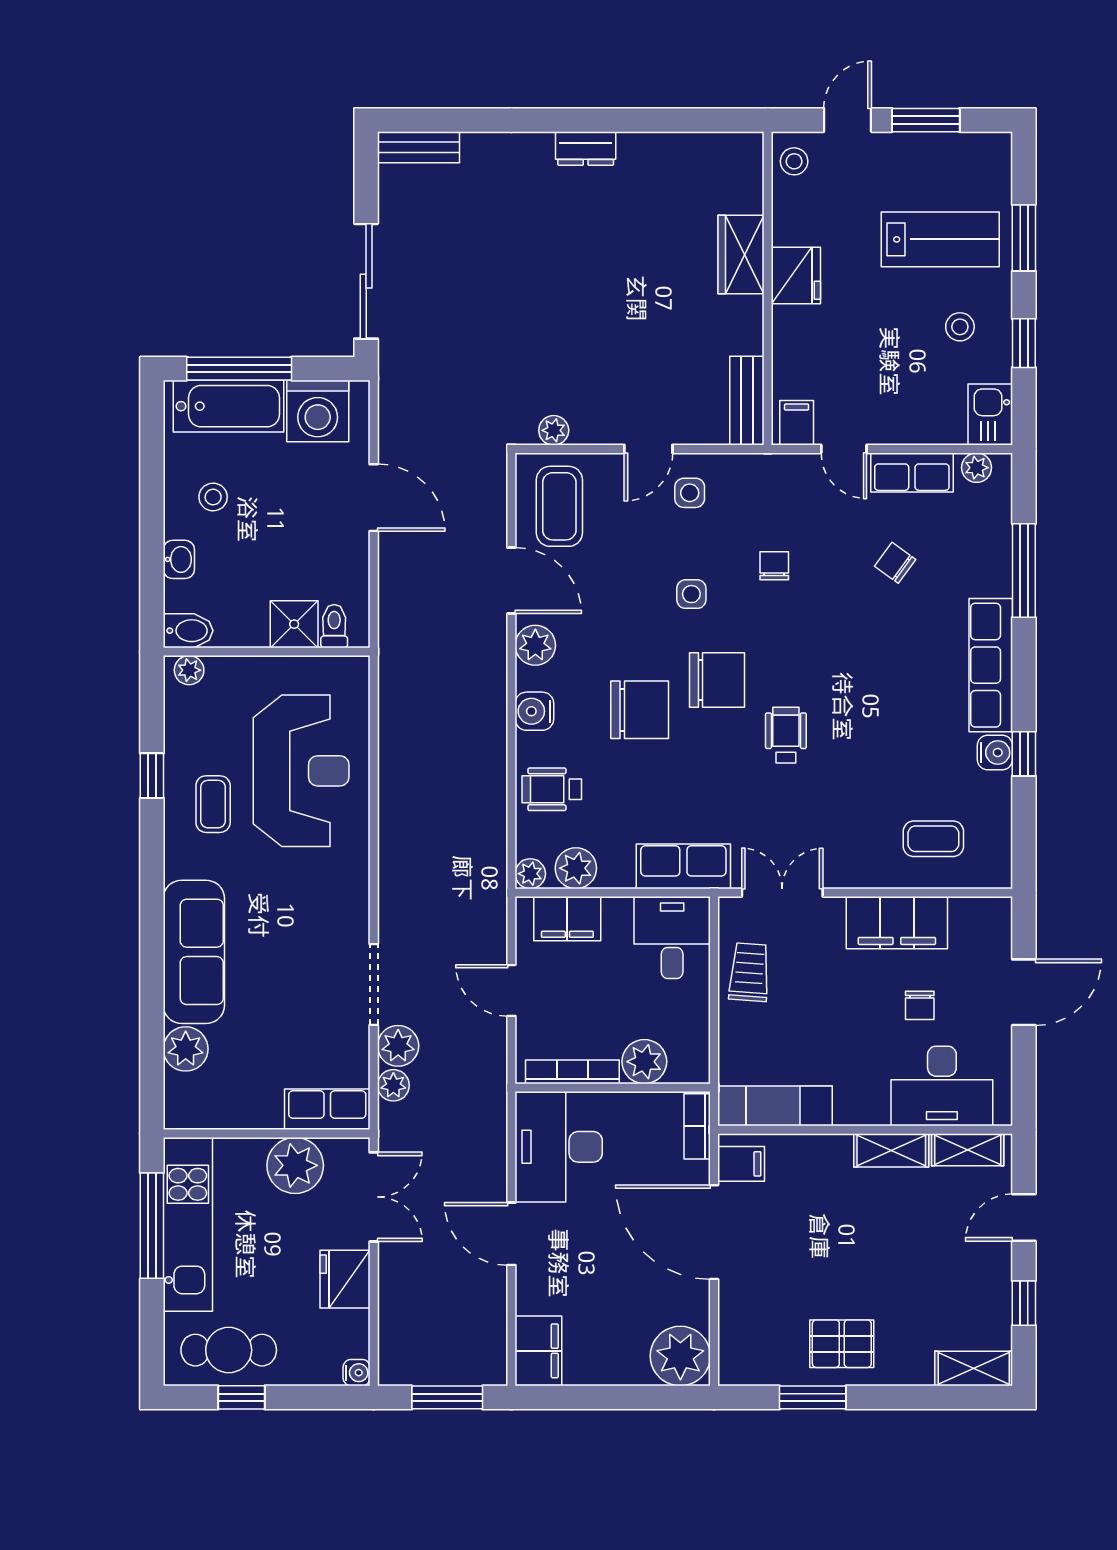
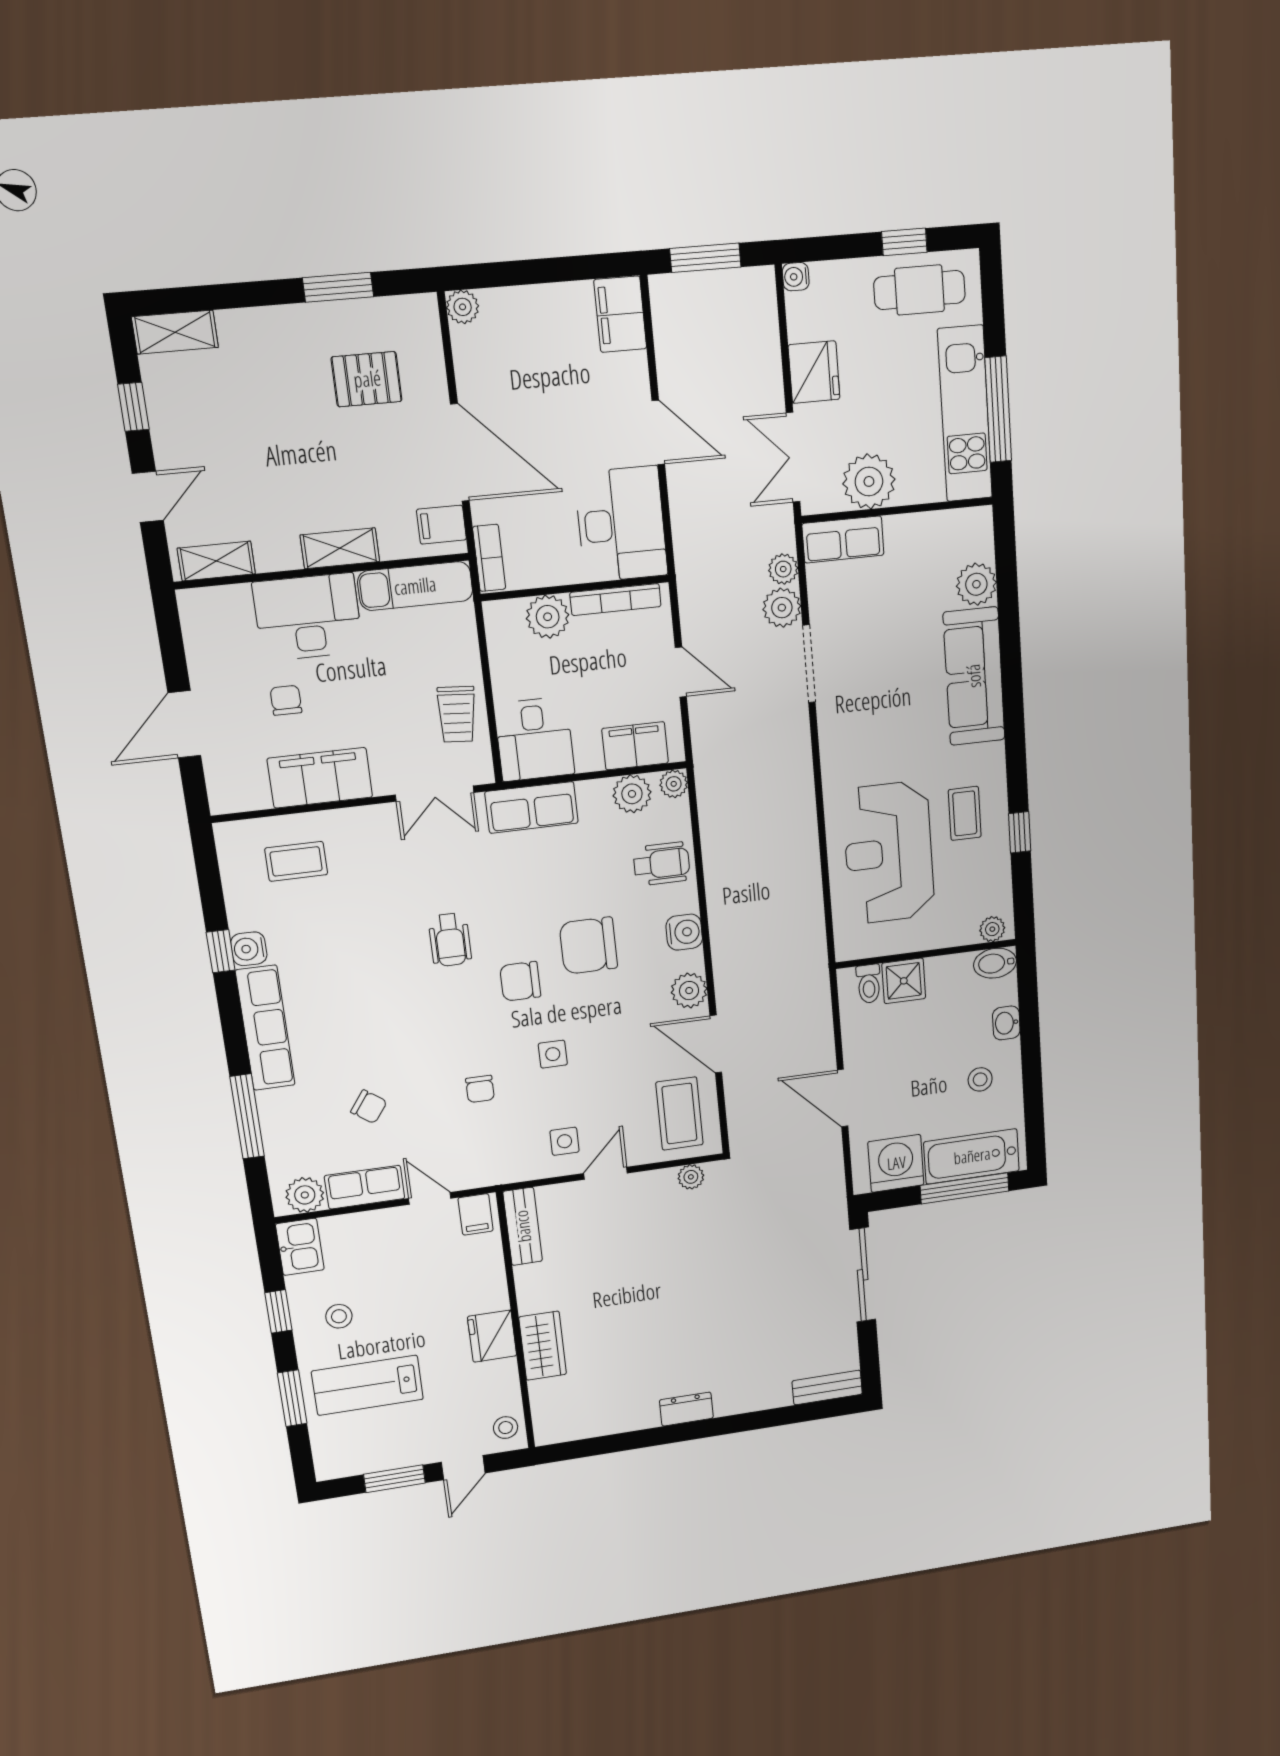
plant: (977, 468) -> (305, 1195), width x1.38, depth x1.38
chair: (717, 680) -> (520, 981), width x0.73, depth x0.73
desk: (942, 1086) -> (308, 617), moved
shelving: (891, 1150) -> (340, 548), moved
pallet: (842, 1344) -> (367, 379), moved
plant: (680, 1356) -> (463, 307), width x0.53, depth x0.53

